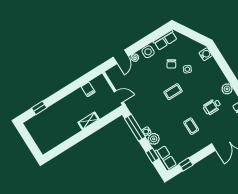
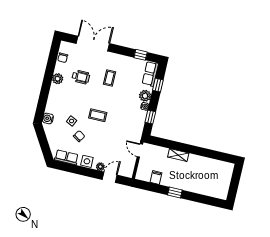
window: (39, 108) -> (175, 193), moved
window: (135, 128) -> (150, 117), width x0.46

